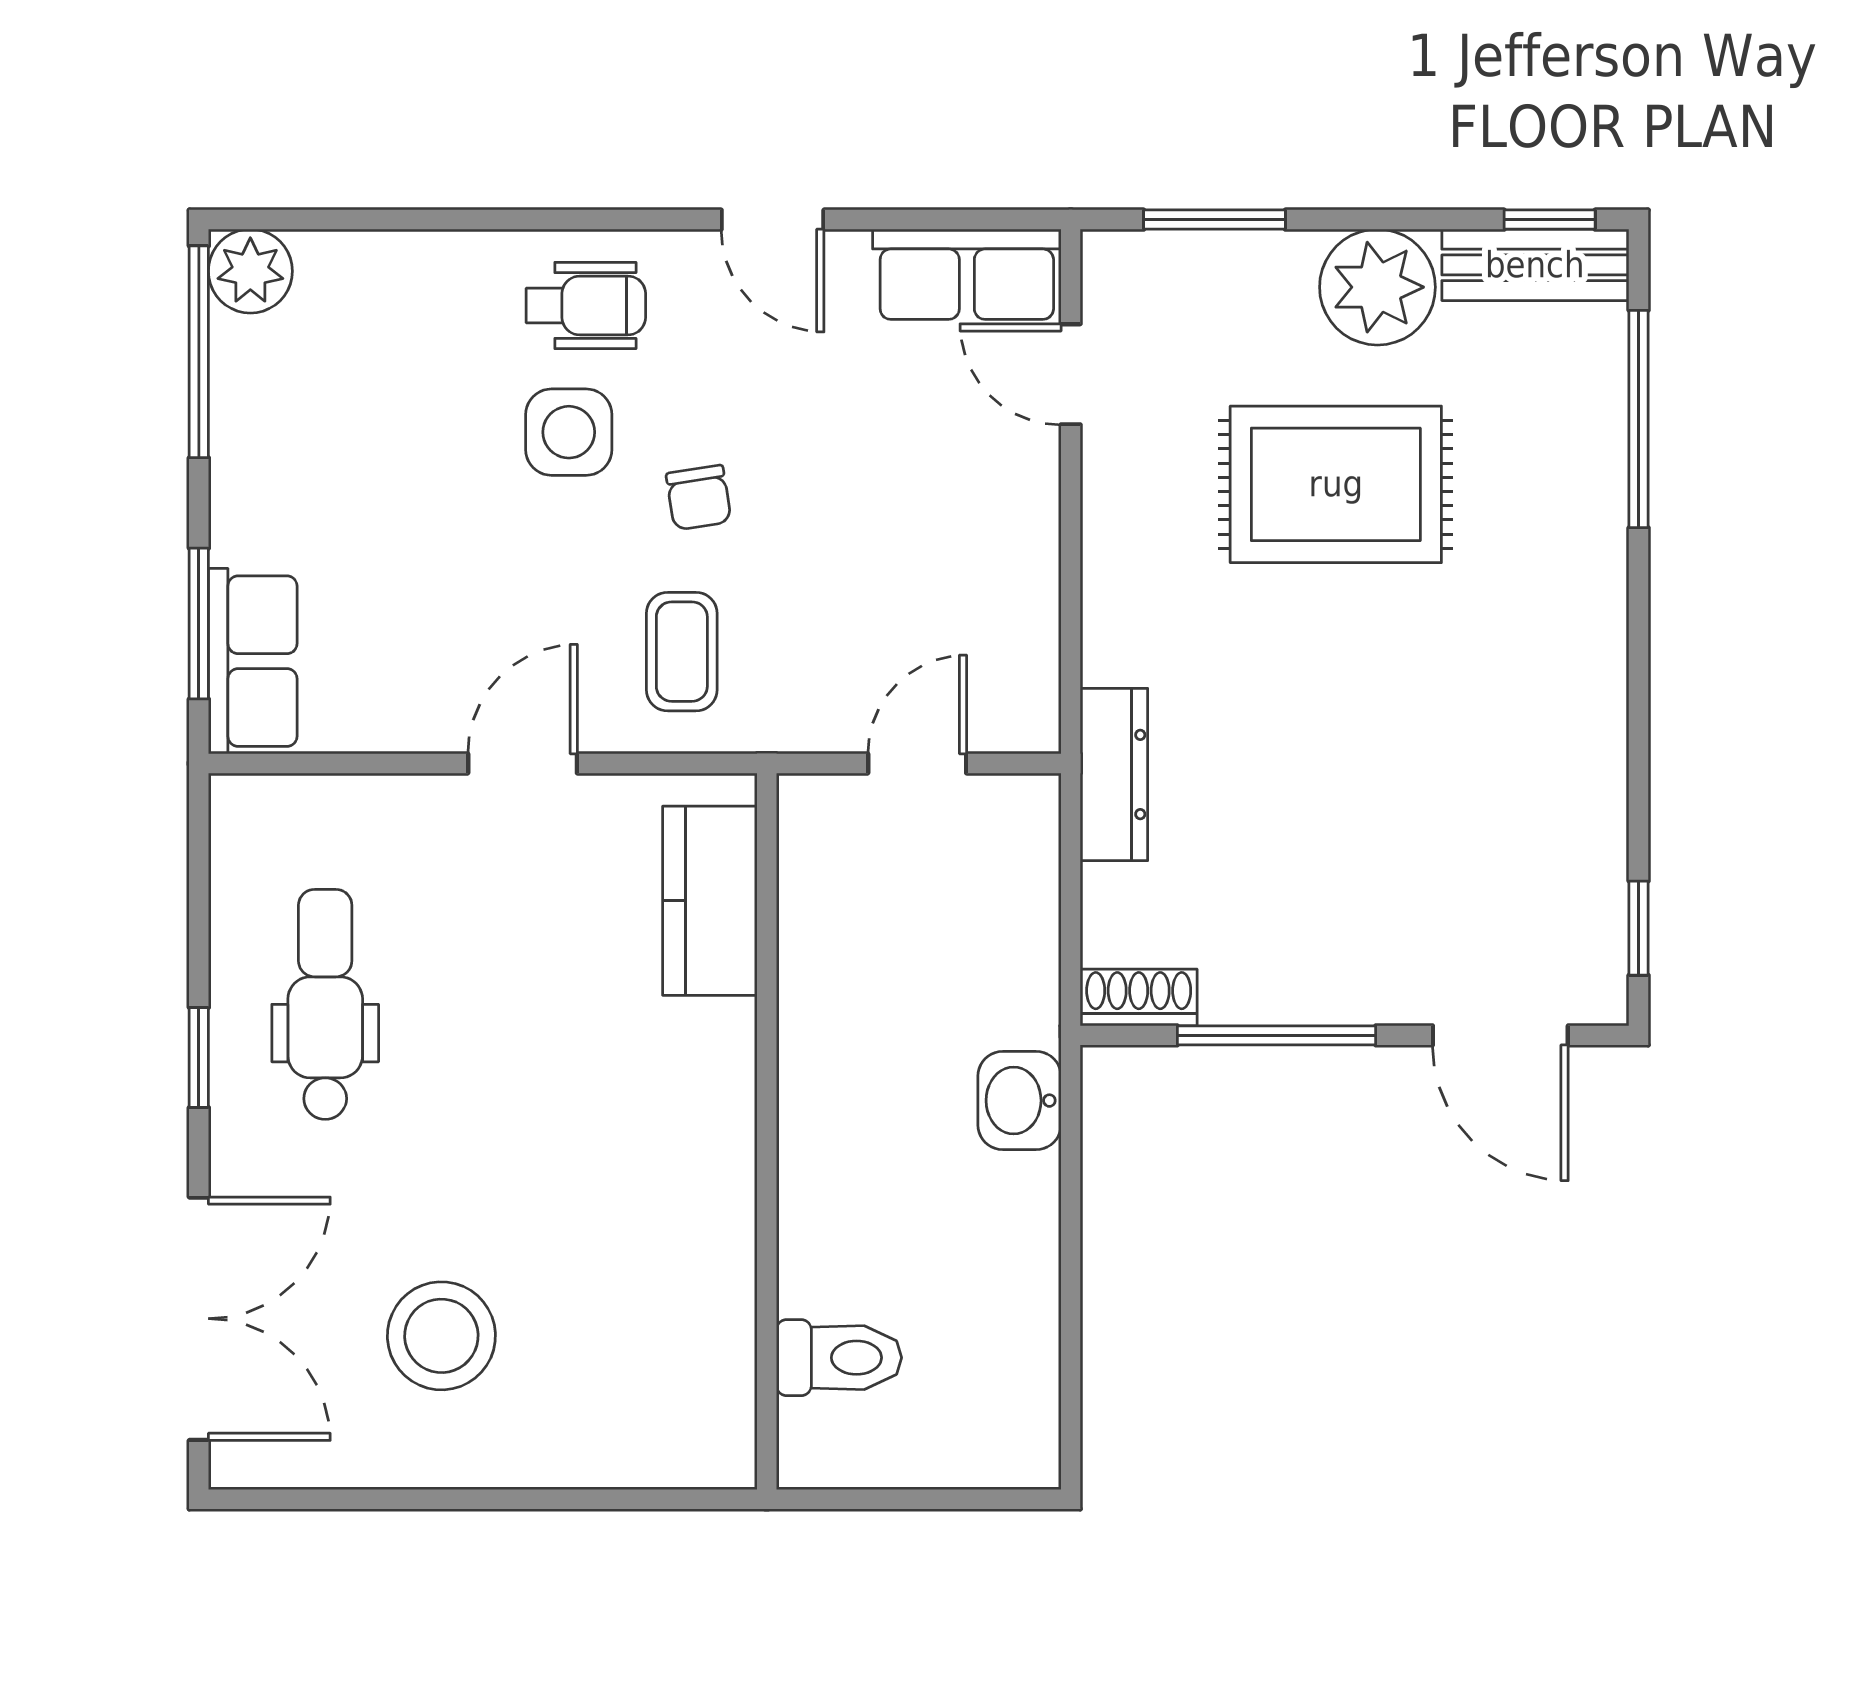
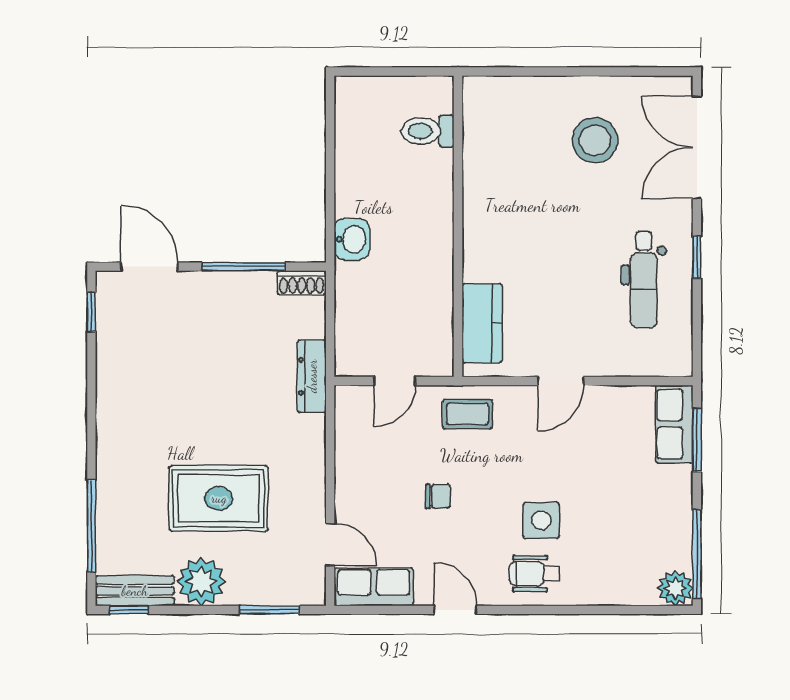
chair: (699, 498) -> (438, 496), moved, turned 99
coffee table: (682, 652) -> (467, 414), moved, turned 90

